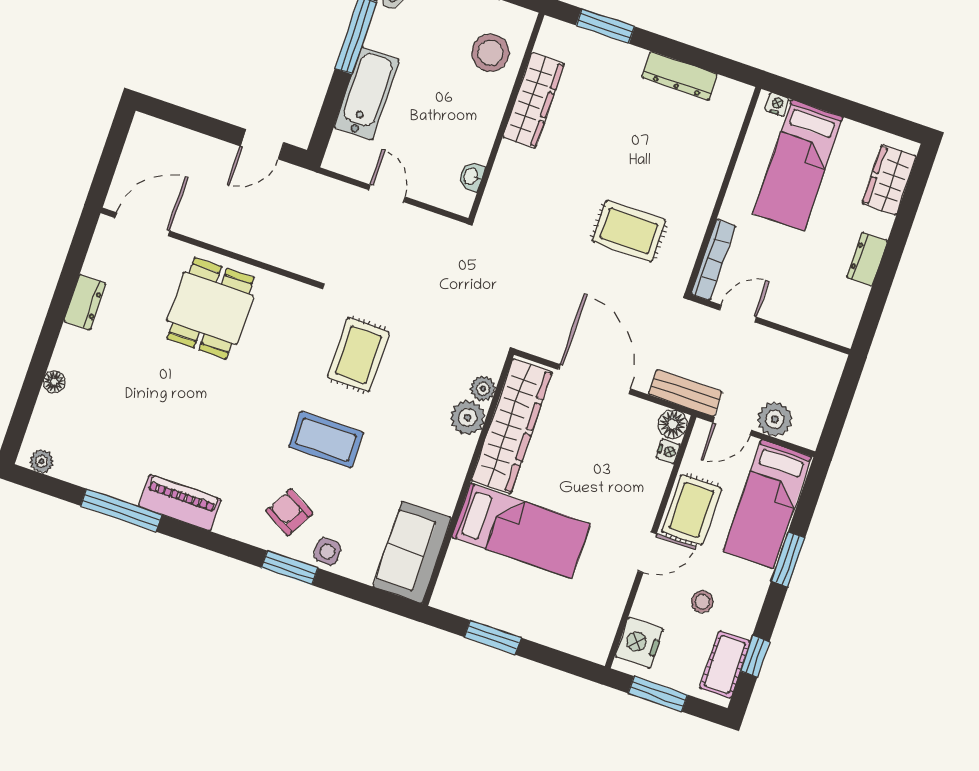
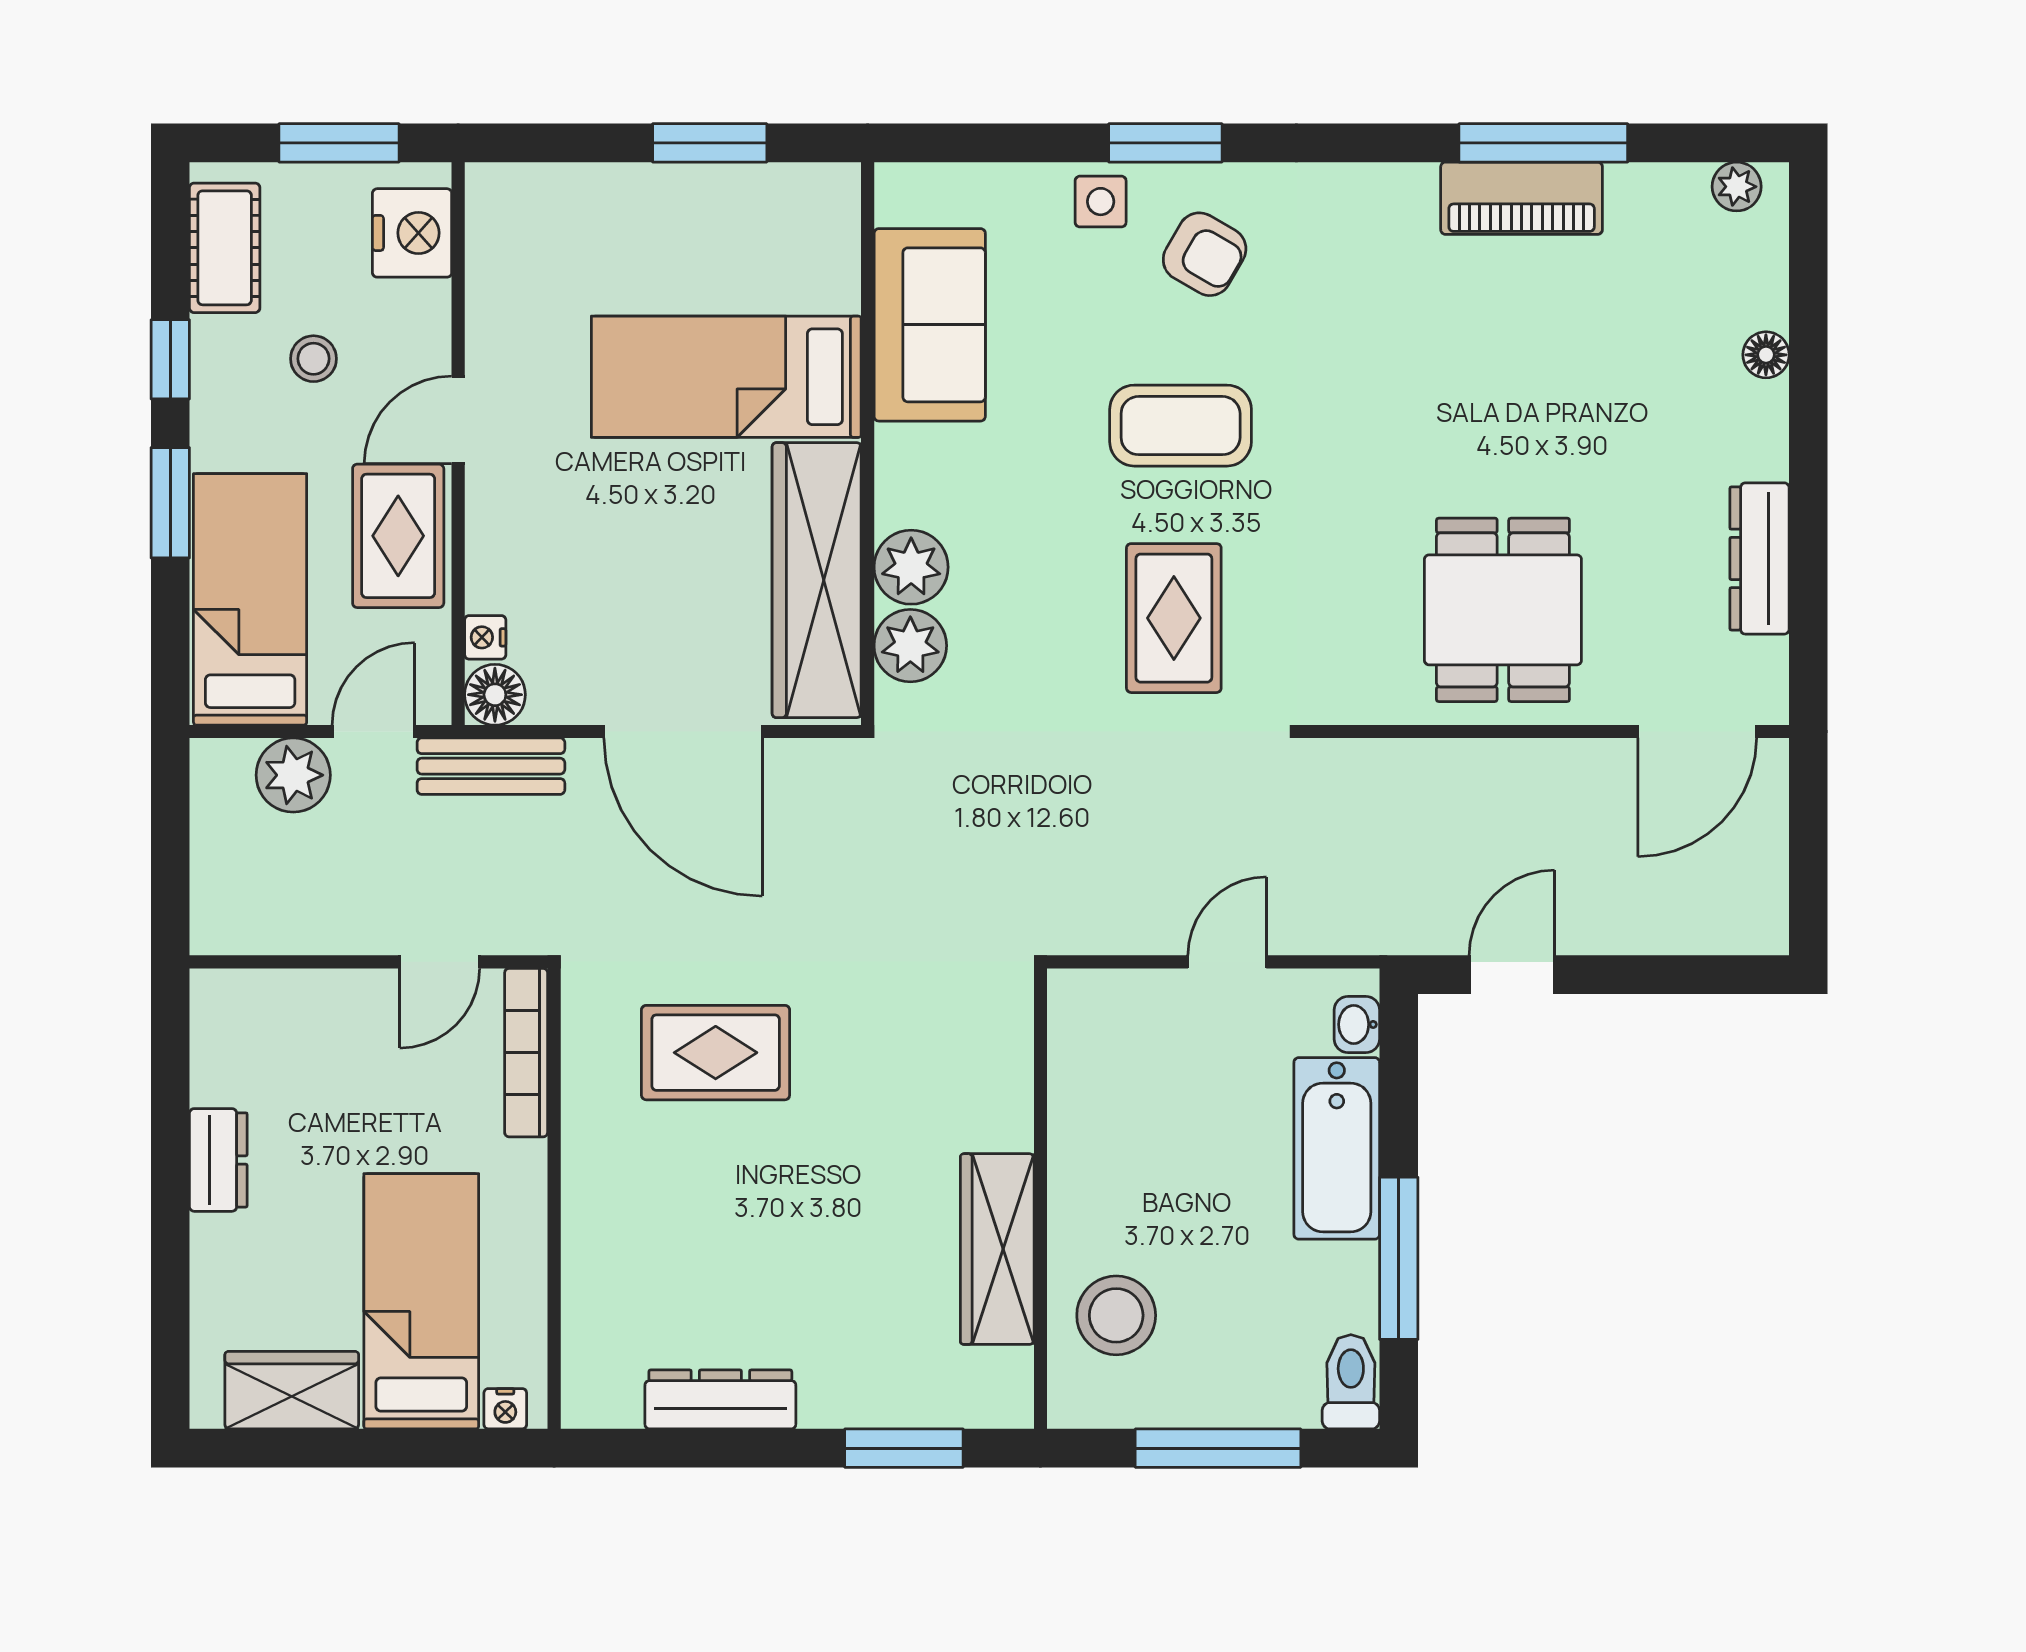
washbasin: (471, 176) -> (1357, 1024), moved, turned 180
wardrobe: (889, 180) -> (292, 1390), moved, turned -90
door: (387, 193) -> (1227, 962), swing flipped
dresser: (85, 302) -> (1759, 558), width x1.44
plant: (483, 389) -> (910, 646), width x1.38, depth x1.38
piano: (180, 503) -> (1522, 198), moved
sofa: (412, 552) -> (930, 325), moved
window: (755, 656) -> (170, 359), moved

